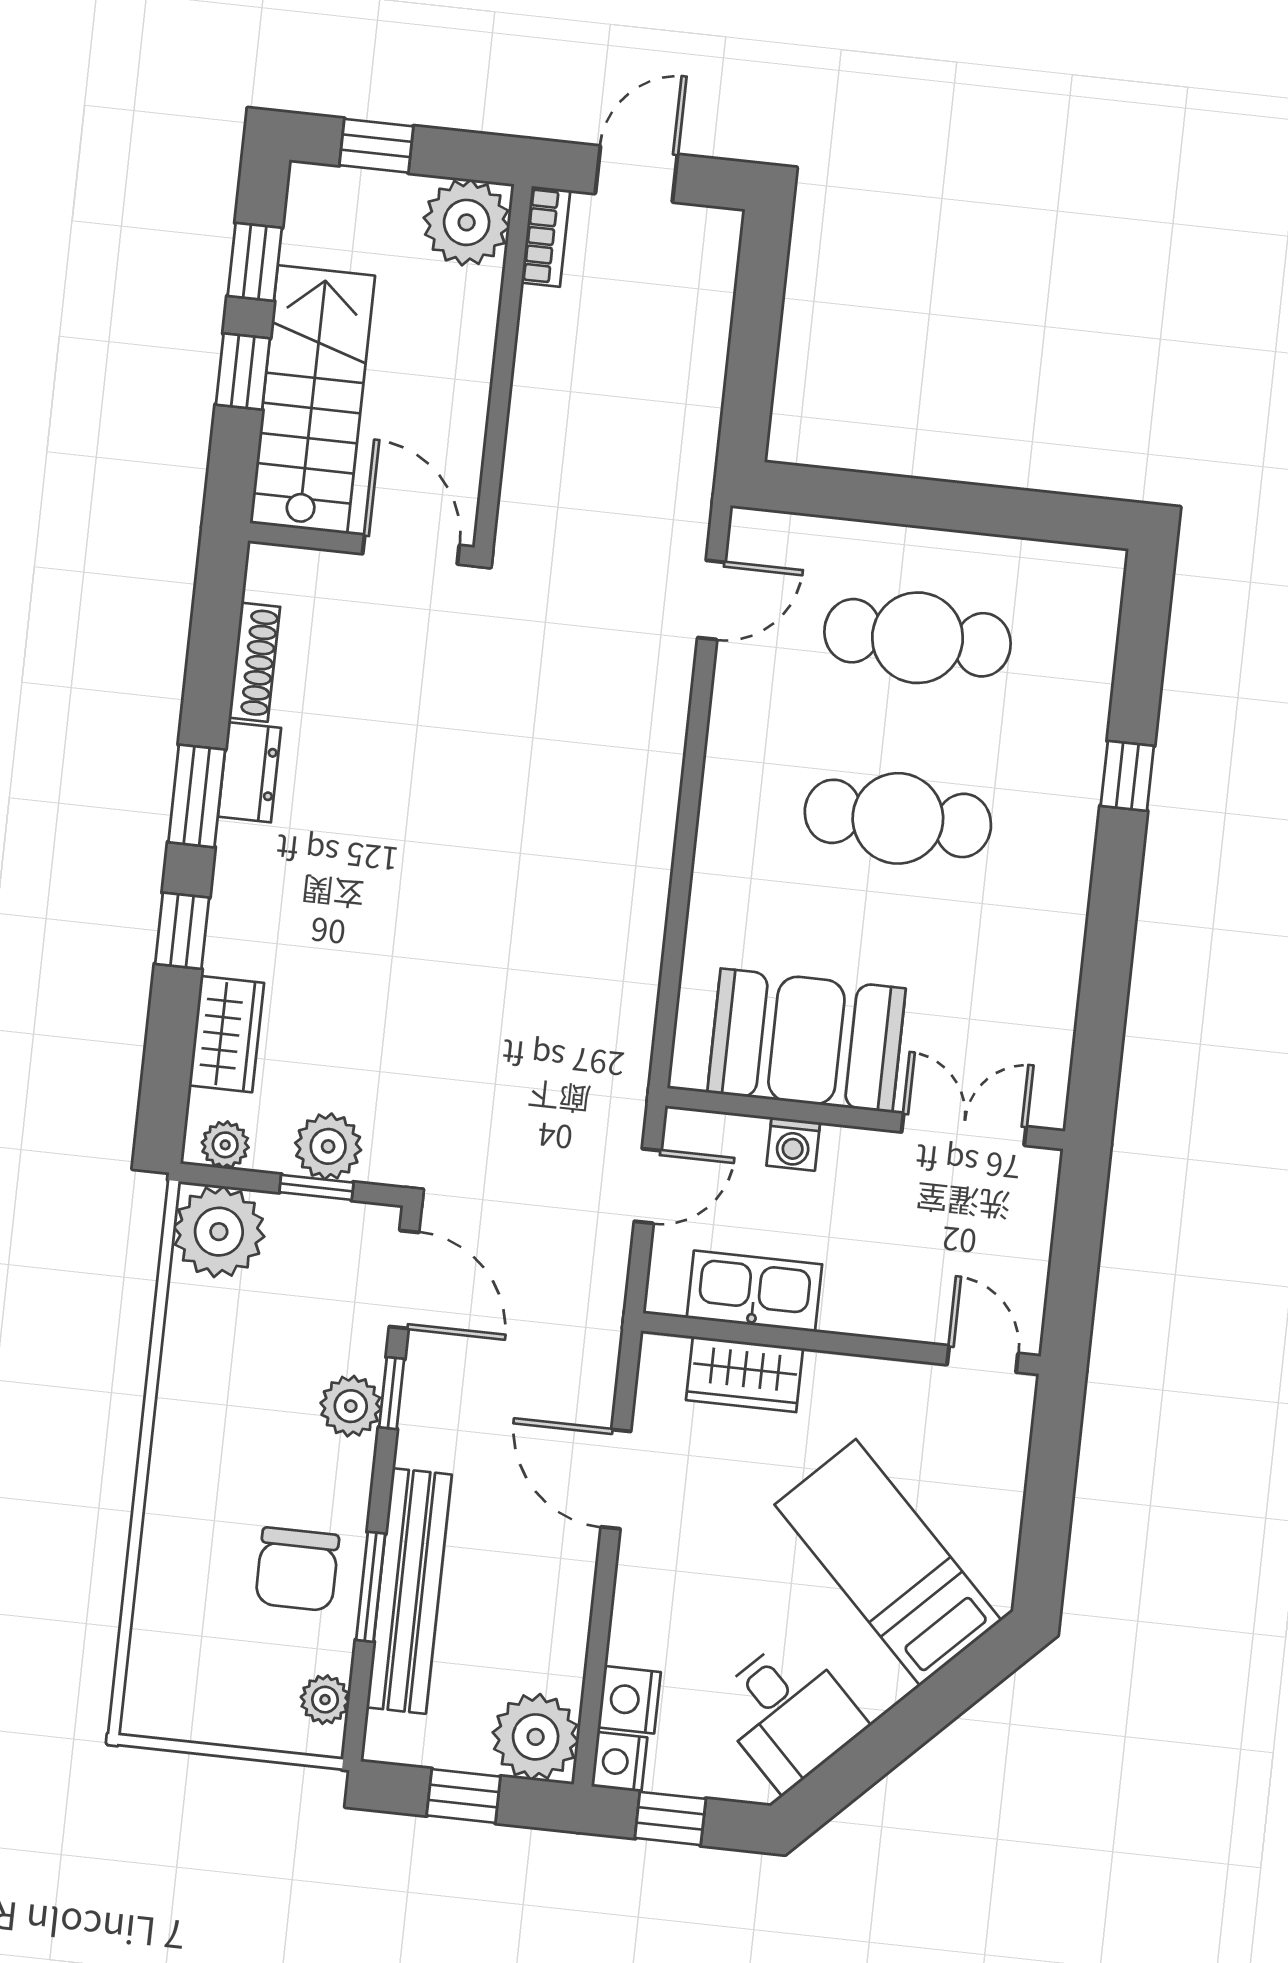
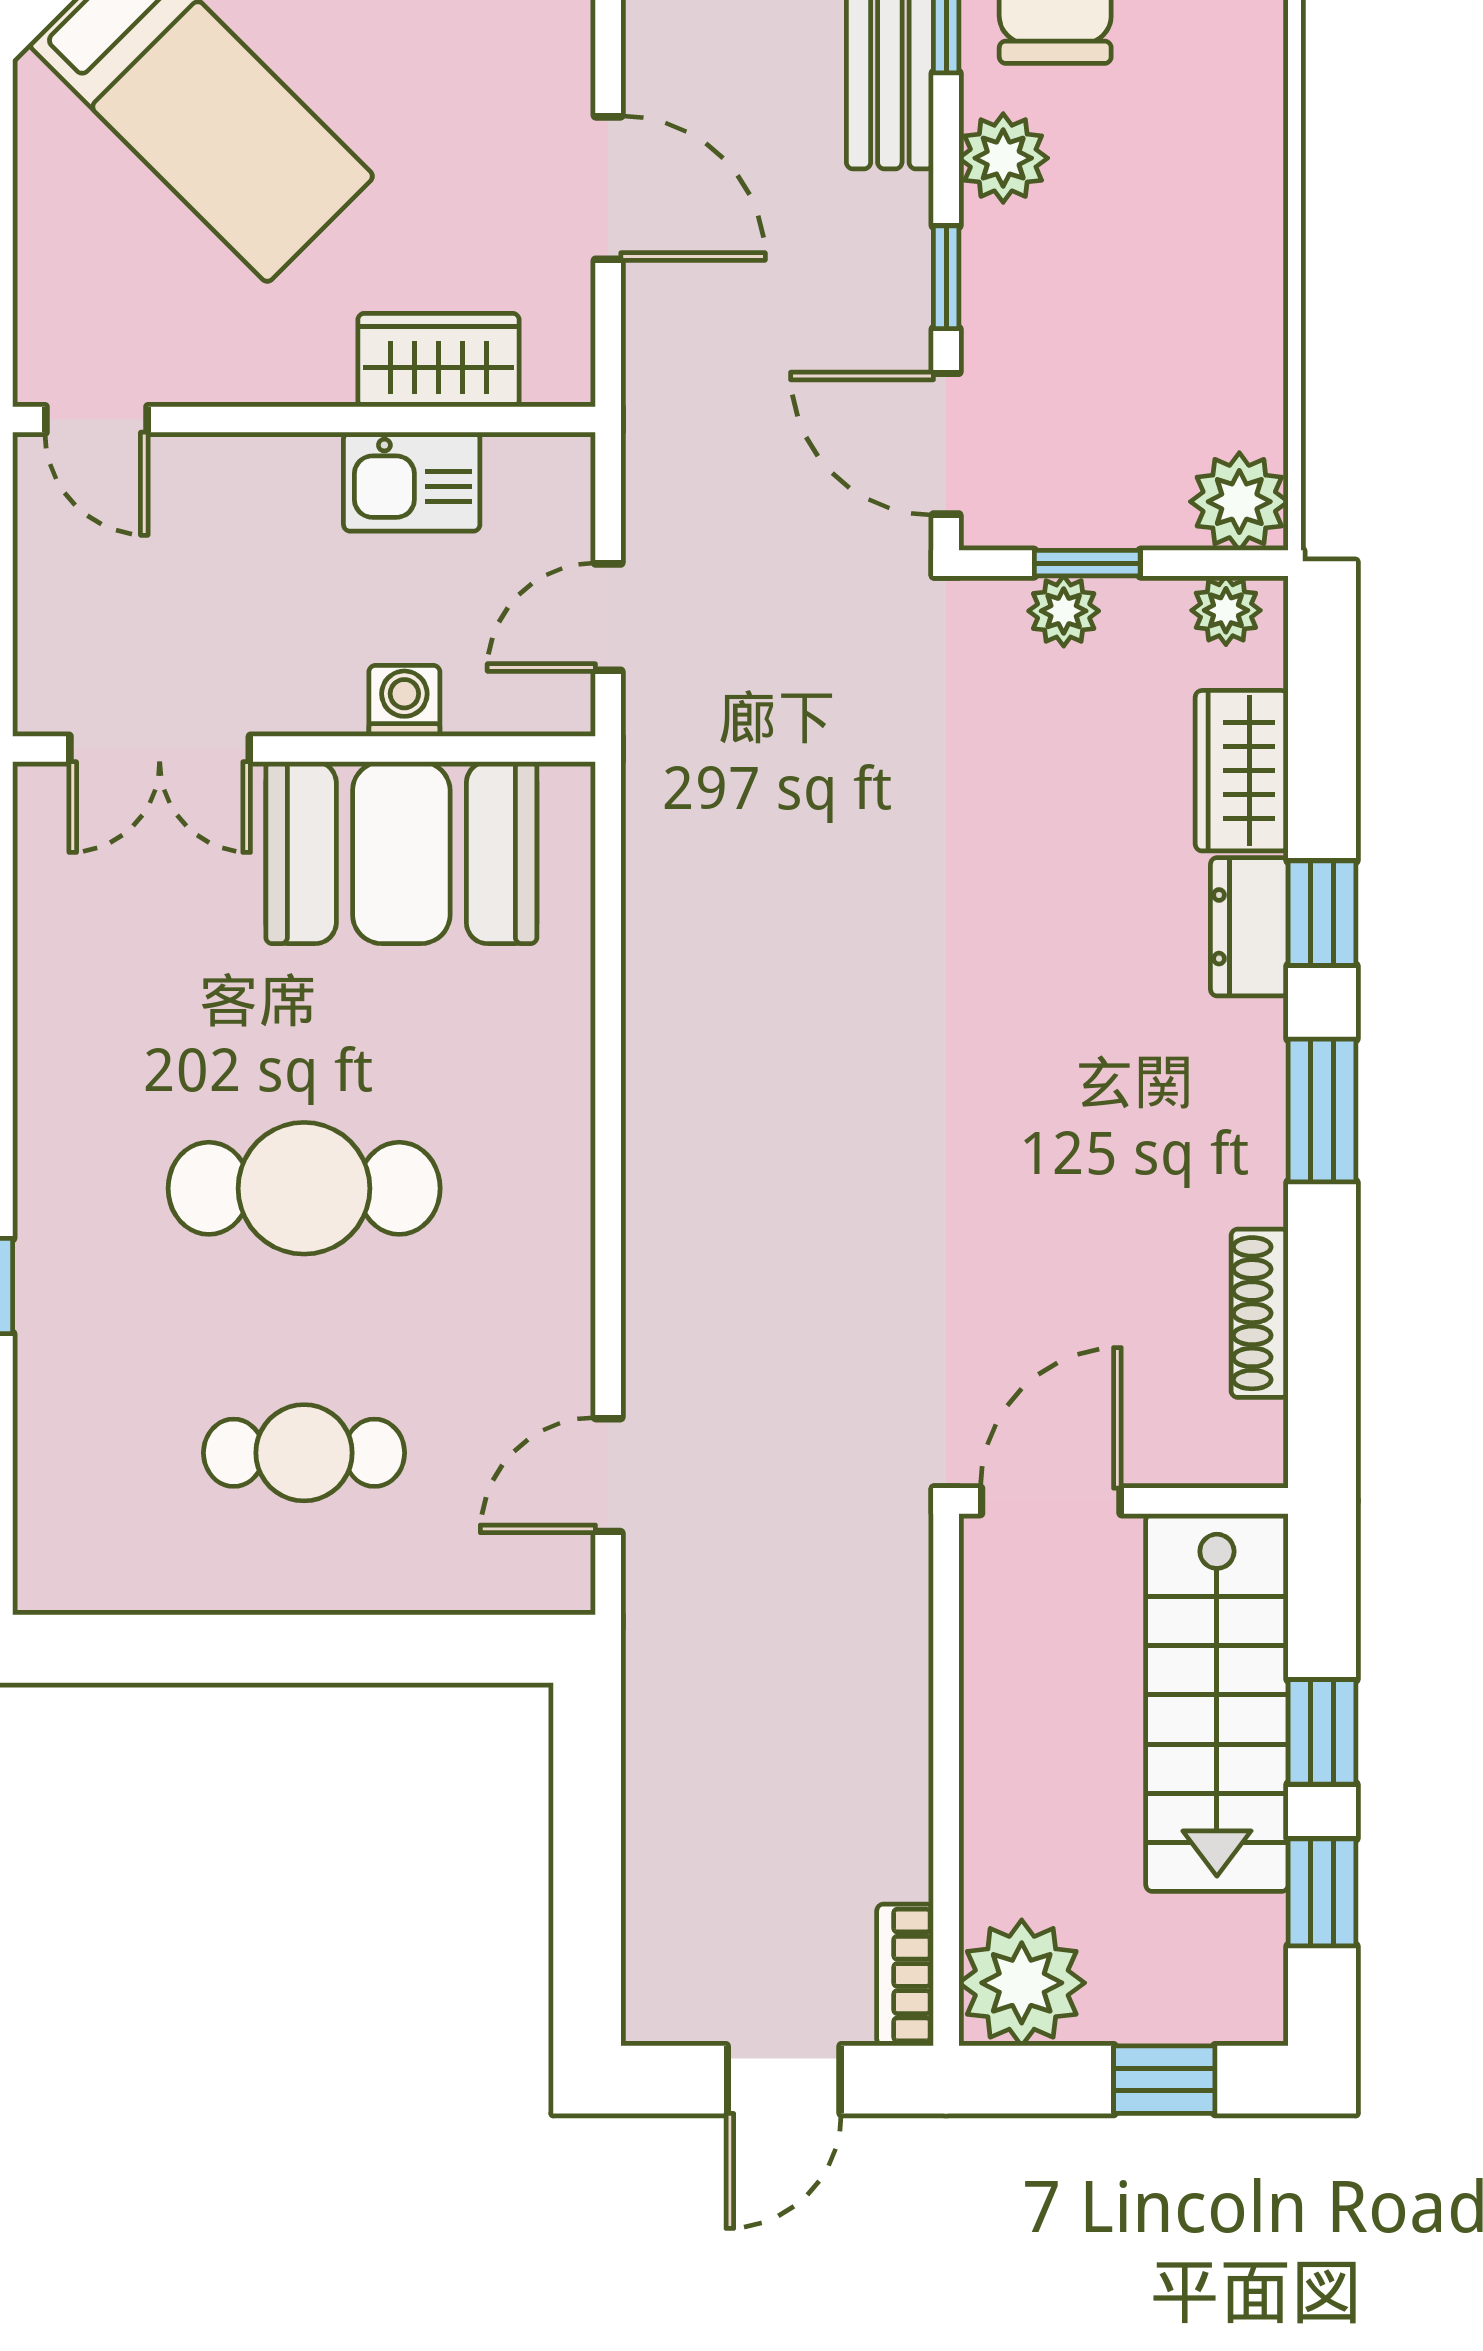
door: (411, 549) -> (1051, 1501), swing flipped
cafe table: (917, 638) -> (304, 1453), width x0.73, depth x0.74
dresser: (250, 772) -> (1249, 927), moved
plant: (328, 1146) -> (1064, 611), width x0.73, depth x0.73
plant: (219, 1232) -> (1239, 502), width x0.73, depth x0.73
kitchen sink: (754, 1291) -> (412, 482), width x0.73
plant: (351, 1406) -> (1003, 158), moved

